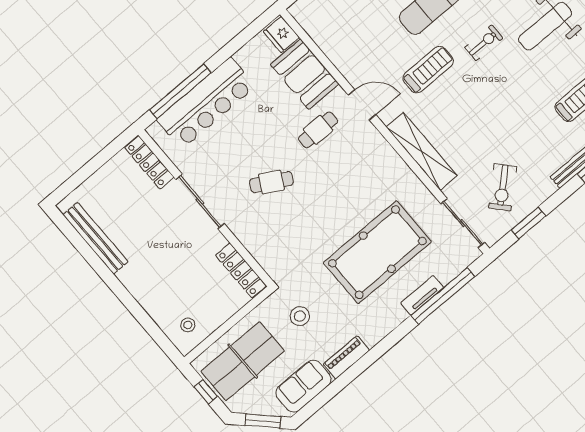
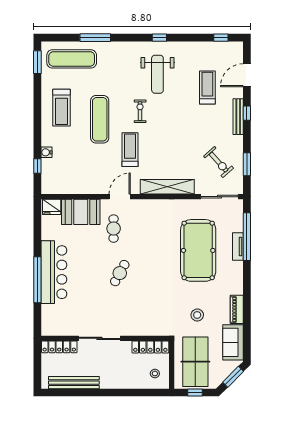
locker: (149, 162) -> (59, 347), moved
sliding door: (200, 201) -> (99, 338), moved
wall: (206, 208) -> (105, 338), moved
locker: (241, 270) -> (150, 347), moved

